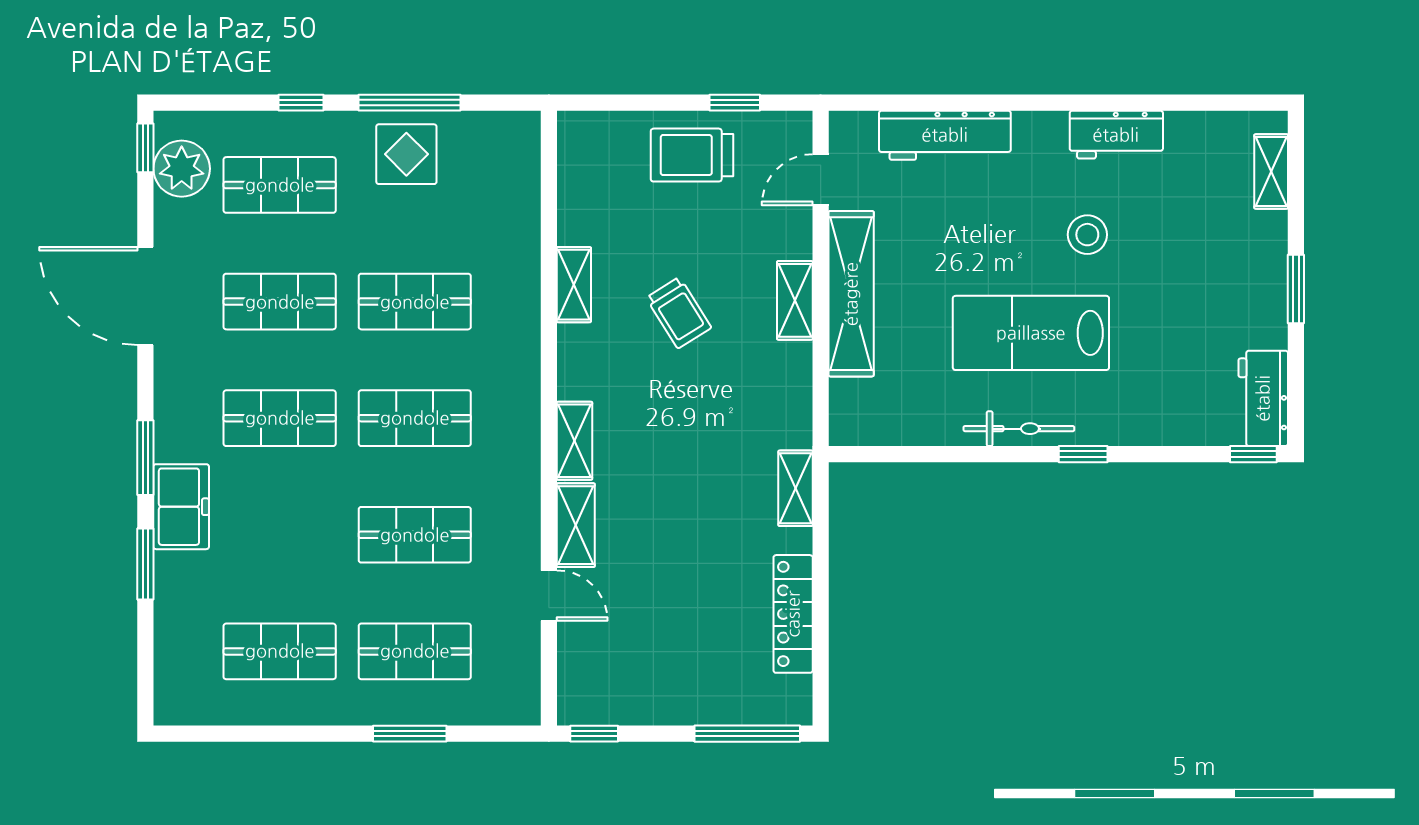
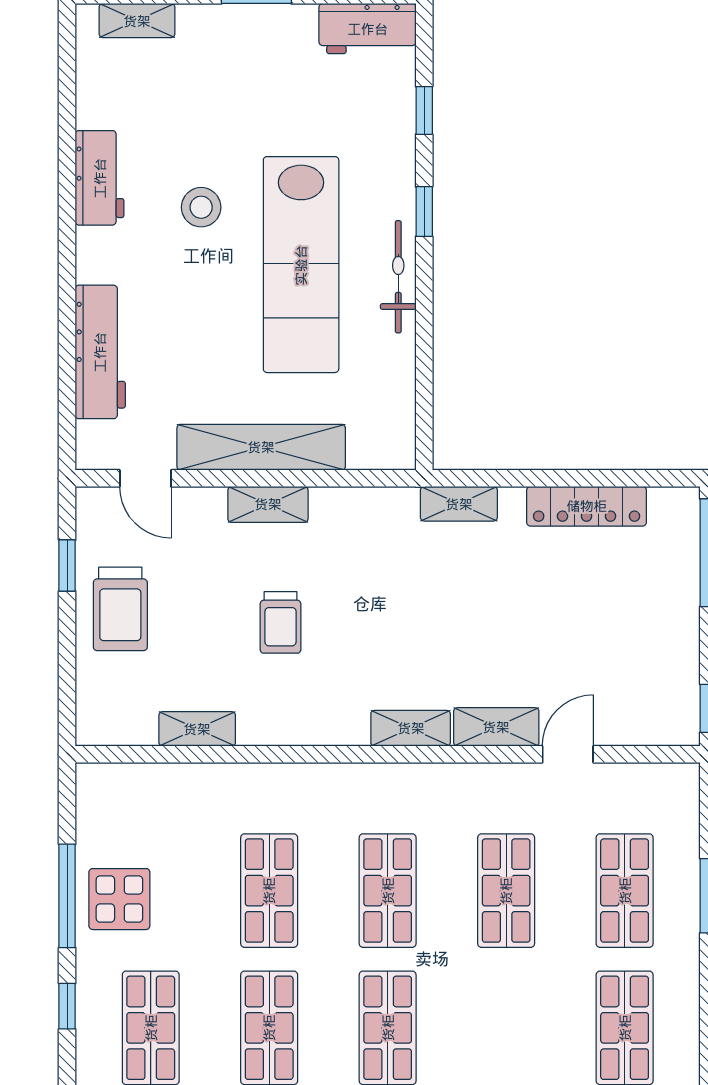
shelving: (574, 285) -> (197, 729), moved
trolley: (679, 313) -> (281, 622), turned 122
lab bench: (1031, 333) -> (301, 265), width x1.36
window: (1253, 454) -> (424, 110), moved

